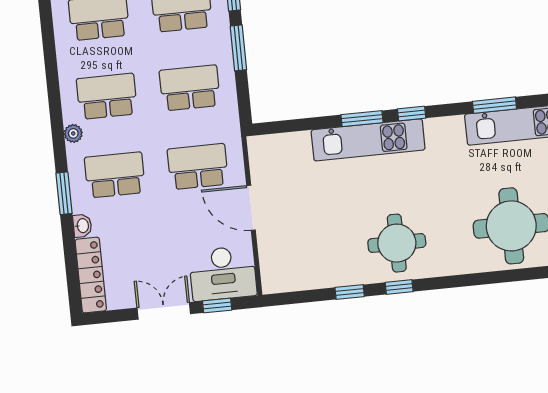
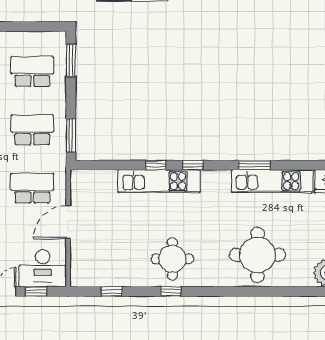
window: (238, 48) -> (71, 136), moved
window: (362, 119) -> (156, 165), width x0.67
door: (251, 208) -> (68, 222), hinge flipped
window: (350, 292) -> (112, 291), moved

